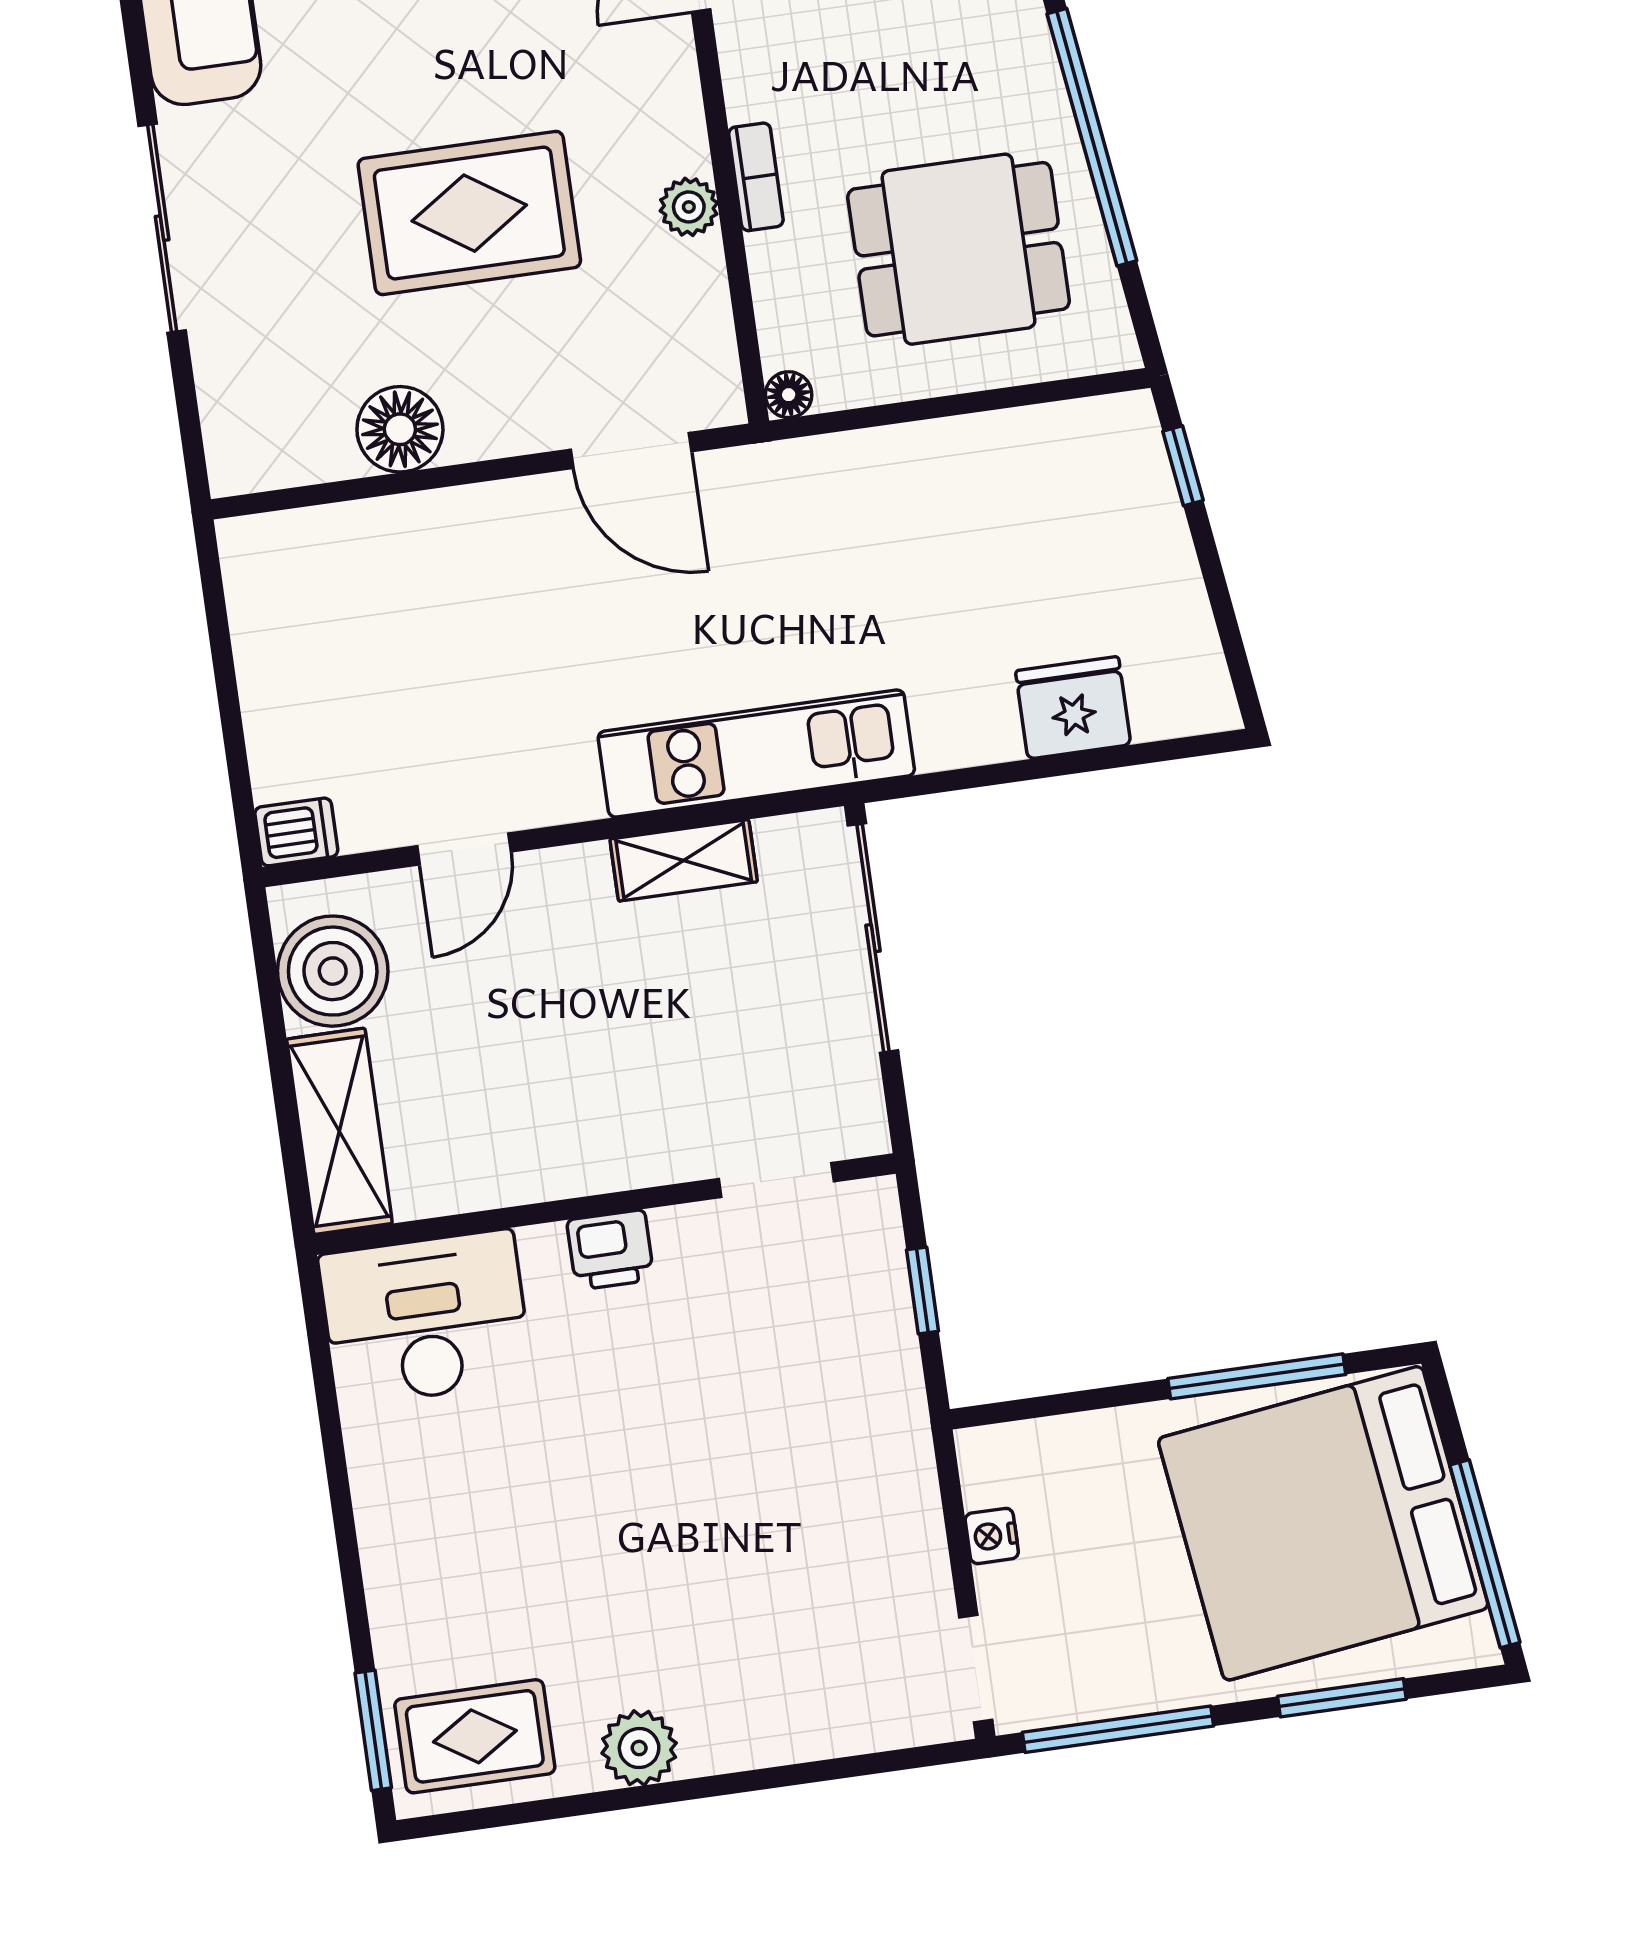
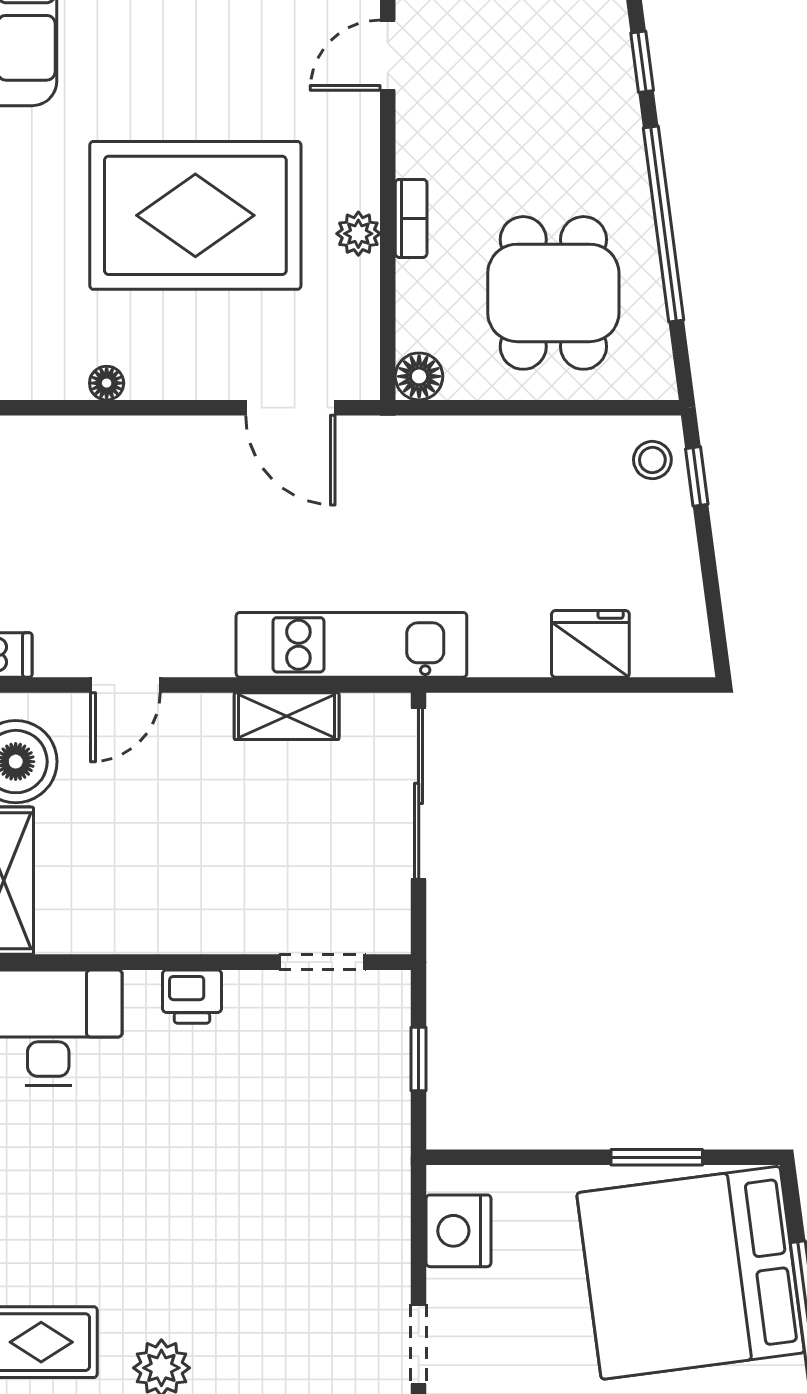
rug: (469, 213) -> (195, 215), width x1.37, depth x1.44
dining table: (959, 249) -> (553, 293), turned 90
floor lamp: (789, 395) -> (419, 376), width x1.37, depth x1.37
floor lamp: (400, 429) -> (107, 383), width x0.53, depth x0.53
stool: (1121, 452) -> (652, 460), added
window: (1257, 1376) -> (657, 1157), width x0.69
nightstand: (992, 1536) -> (459, 1231), width x1.89, depth x1.79

